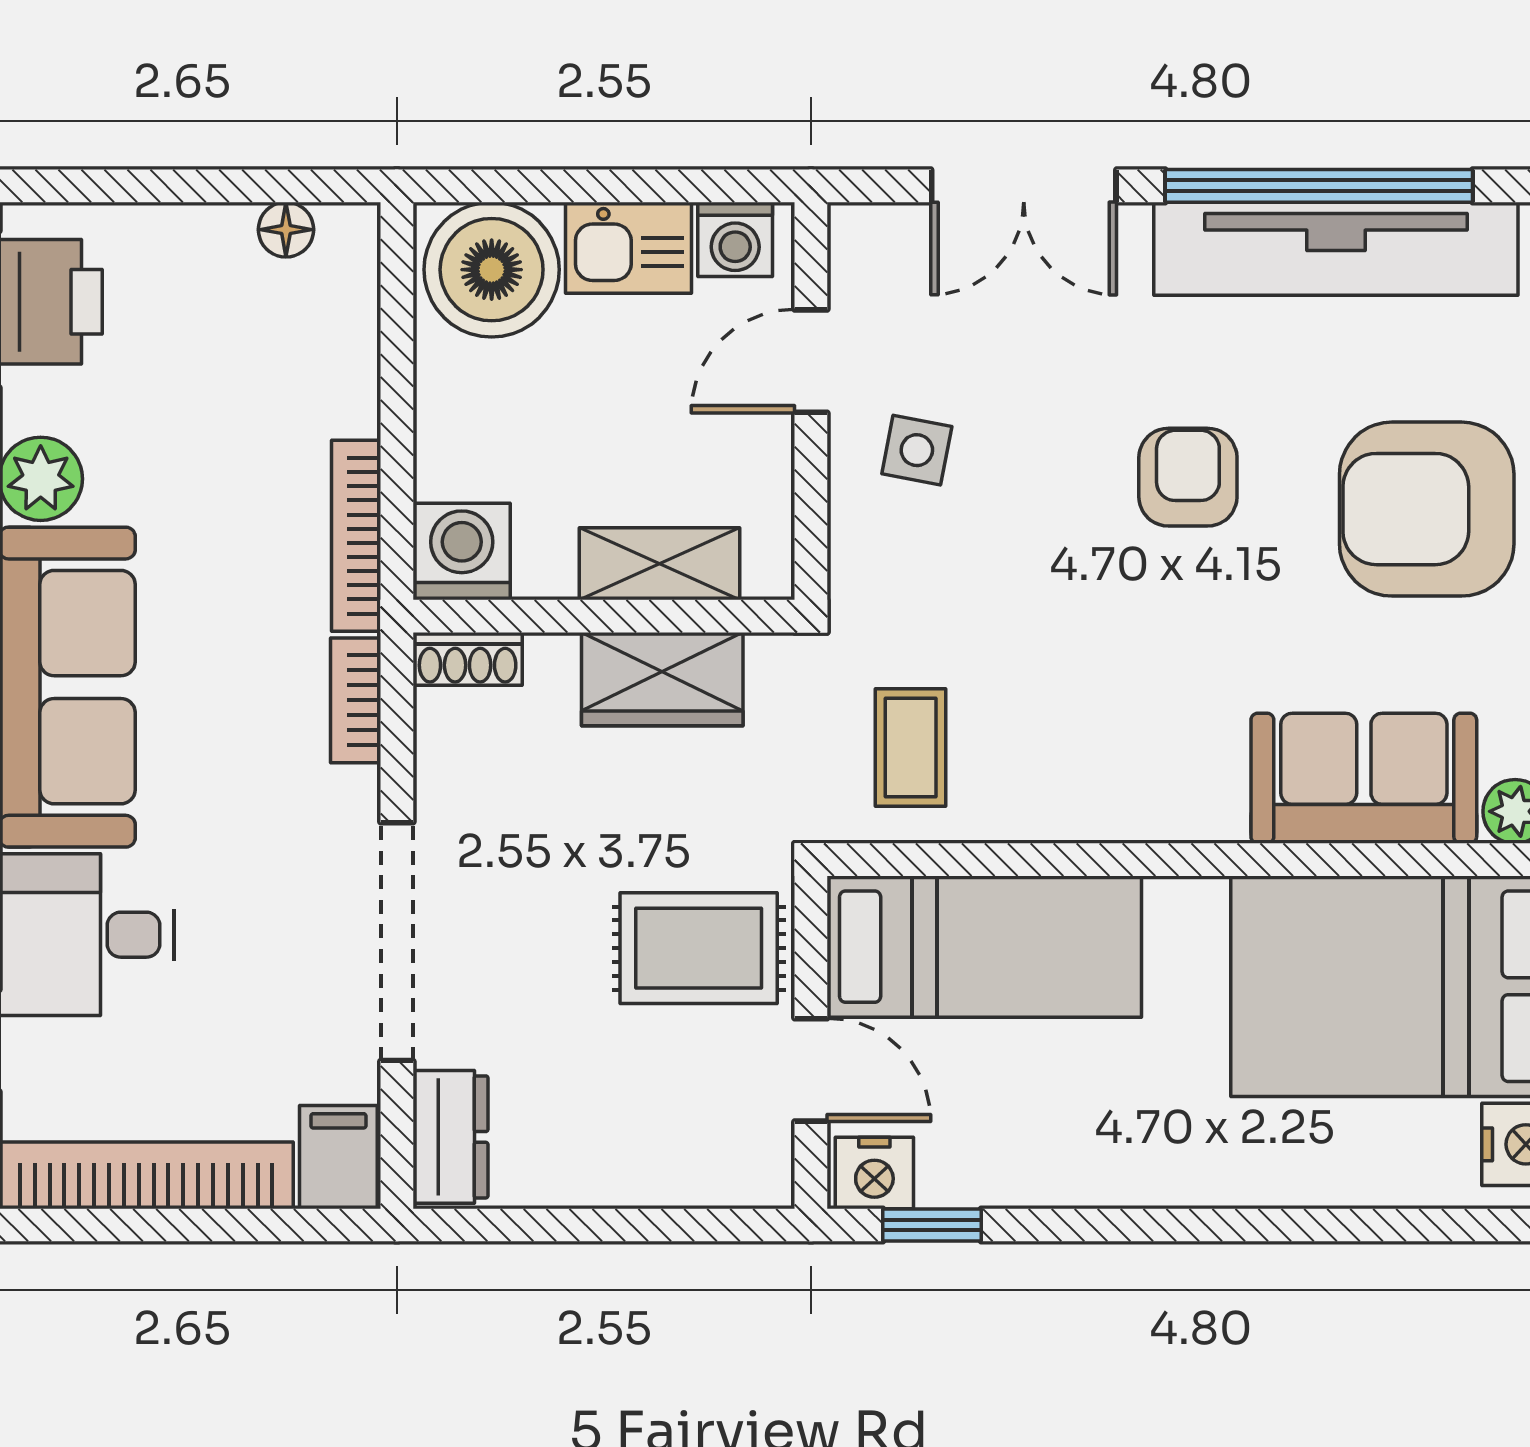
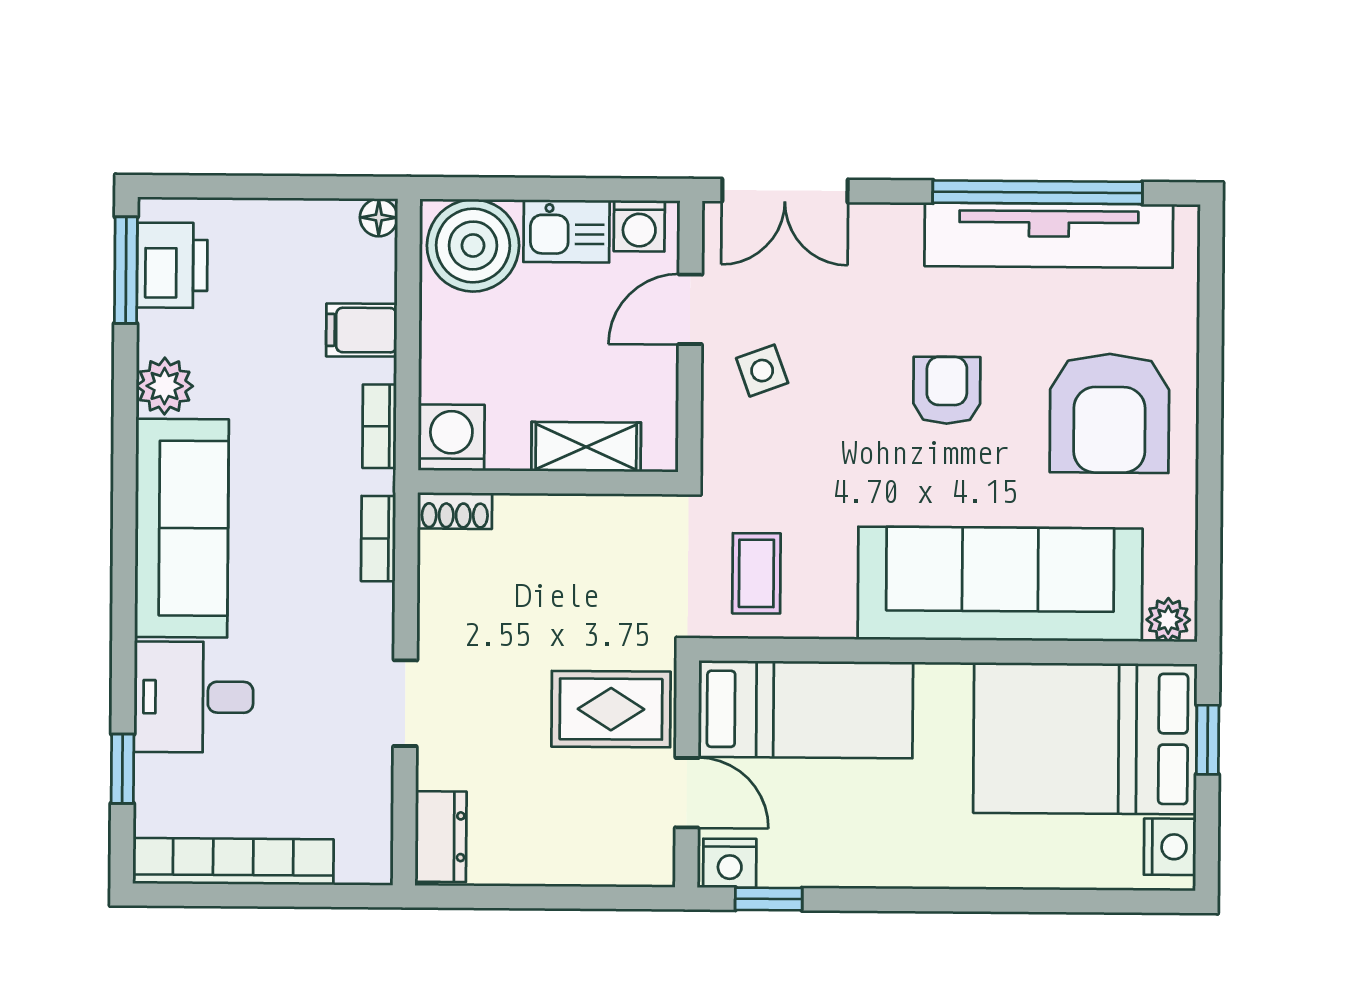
double door: (1024, 186) -> (785, 191), moved
floor lamp: (286, 230) -> (379, 218), moved
side table: (917, 450) -> (762, 371), turned -31
armchair: (1427, 509) -> (1109, 413), turned -90
bookcase: (356, 536) -> (379, 426), width x0.64
wardrobe: (662, 679) -> (587, 525), removed
sofa: (1364, 778) -> (1000, 584), width x1.85, depth x1.27
doorway: (397, 942) -> (405, 703), width x0.53
filing cabinet: (338, 1157) -> (361, 330), moved, turned -90

